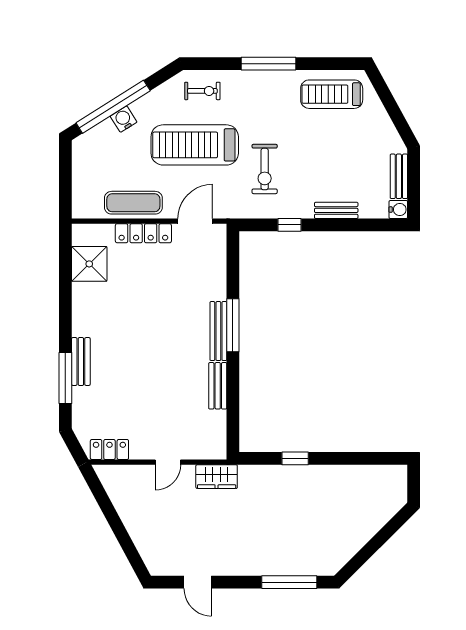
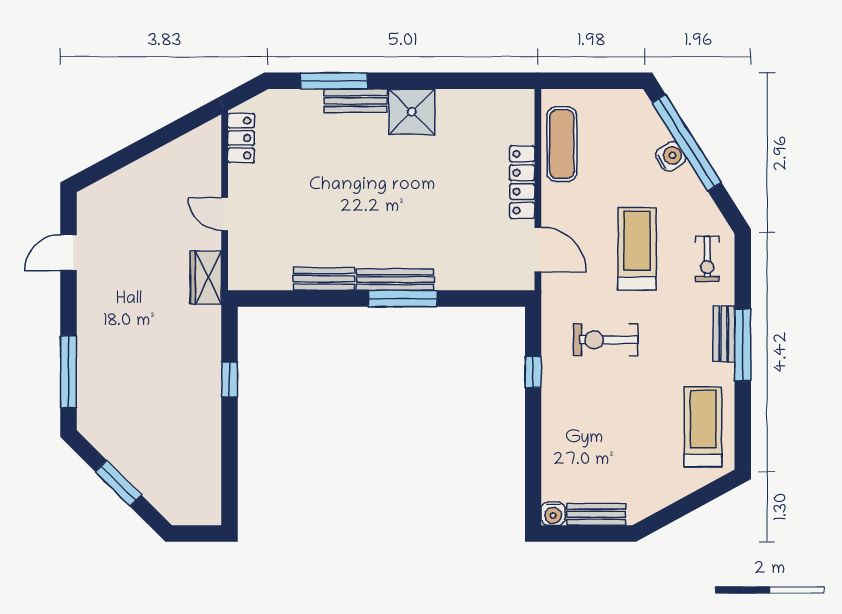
treadmill: (195, 145) -> (637, 249), width x0.73, depth x0.73
exercise mat: (133, 203) -> (562, 144), moved
bench: (336, 210) -> (724, 334), moved
shower: (89, 264) -> (412, 112), moved
window: (375, 544) -> (118, 483), added

